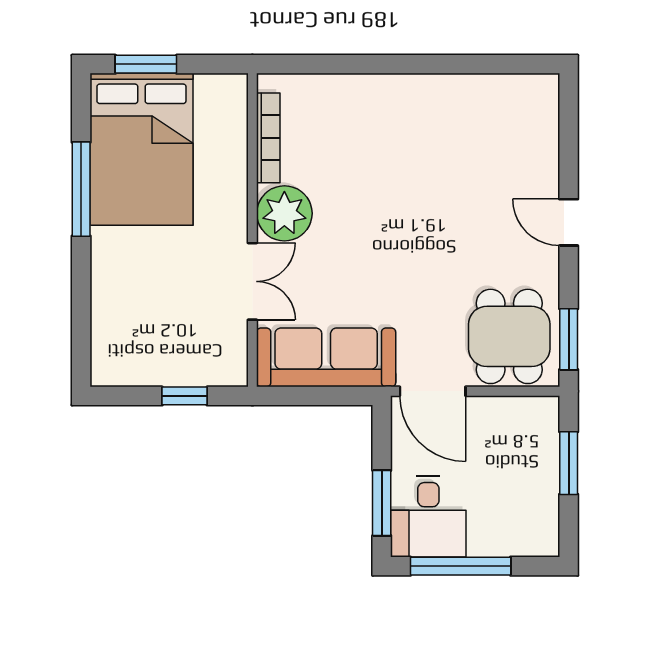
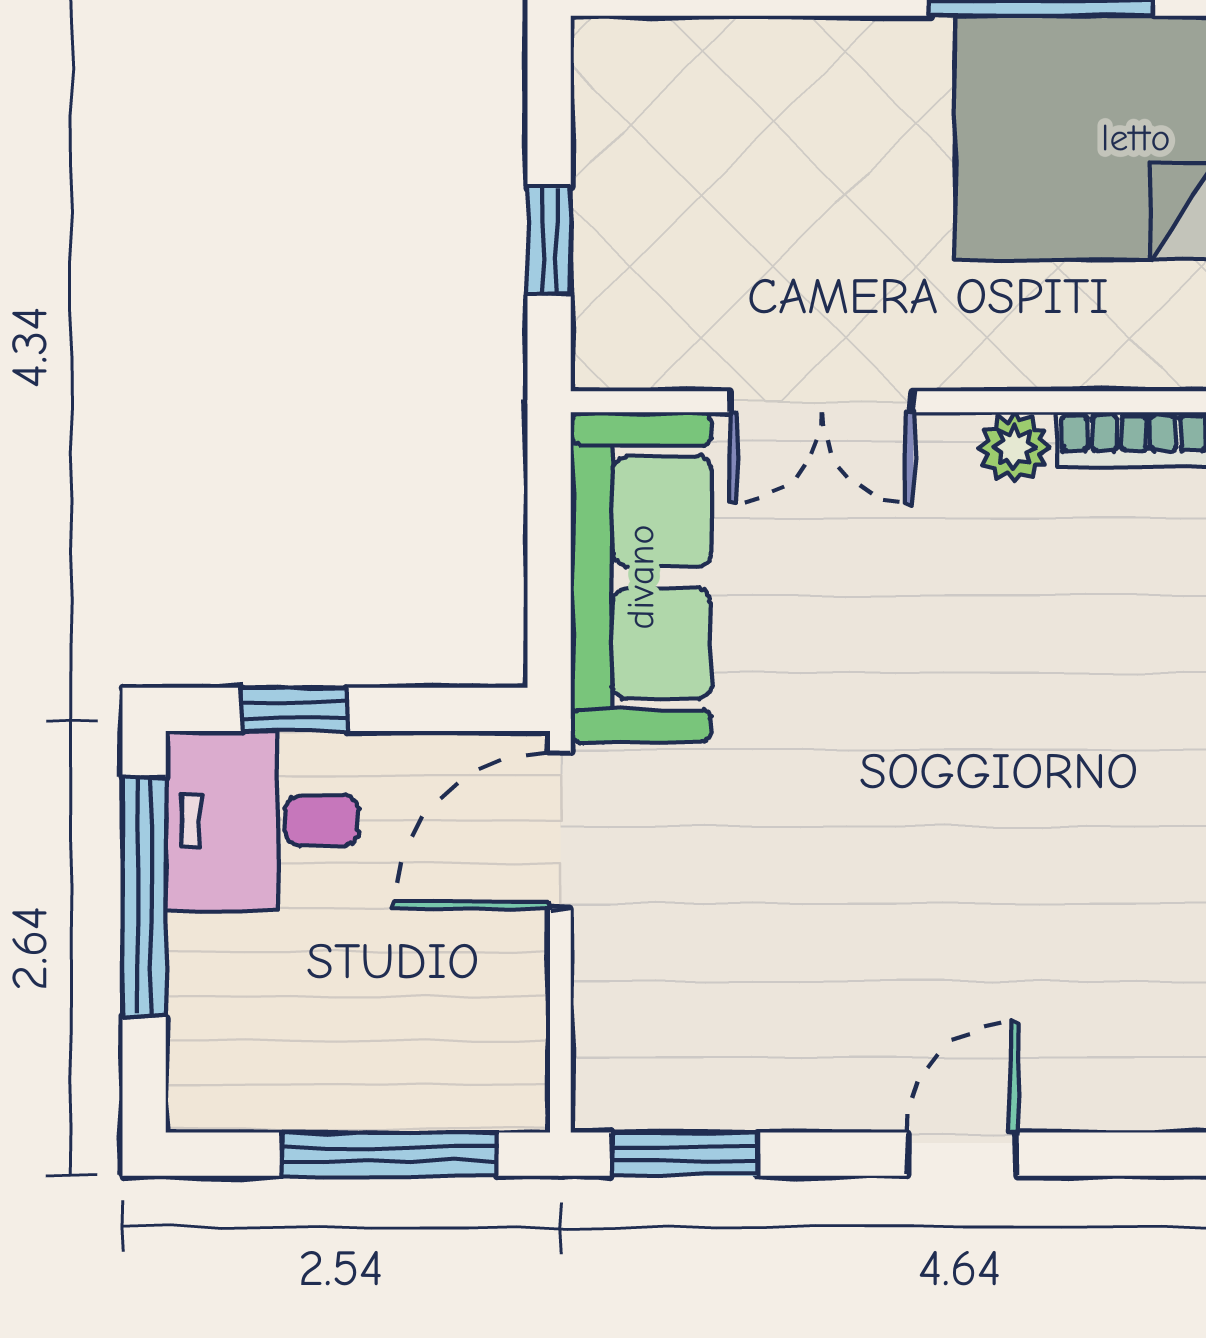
plant: (284, 213) -> (1014, 447), width x0.53, depth x0.53
dining table: (509, 336) -> (691, 1013), removed
window: (569, 463) -> (390, 1154), width x1.44
window: (382, 503) -> (294, 709), width x0.67

